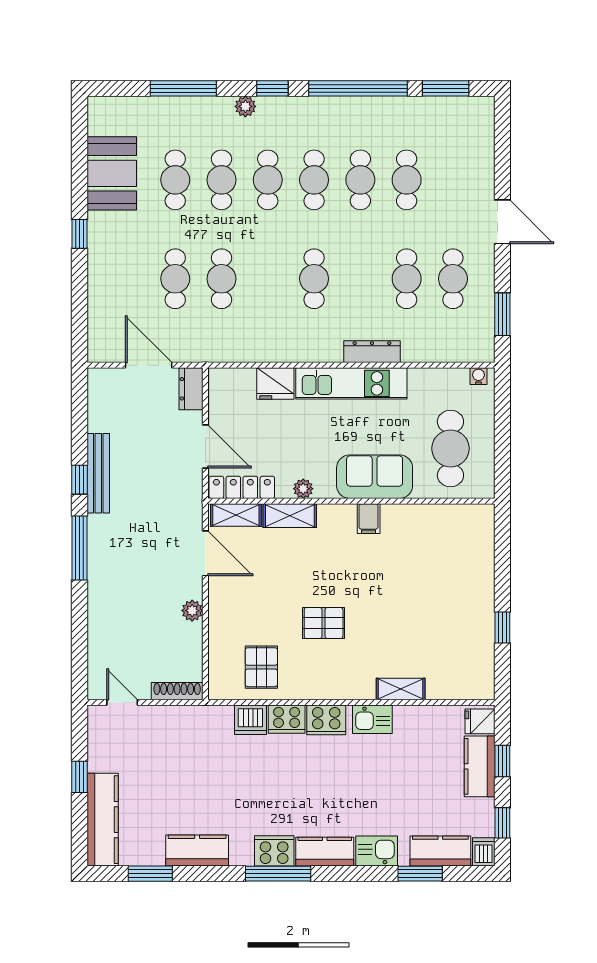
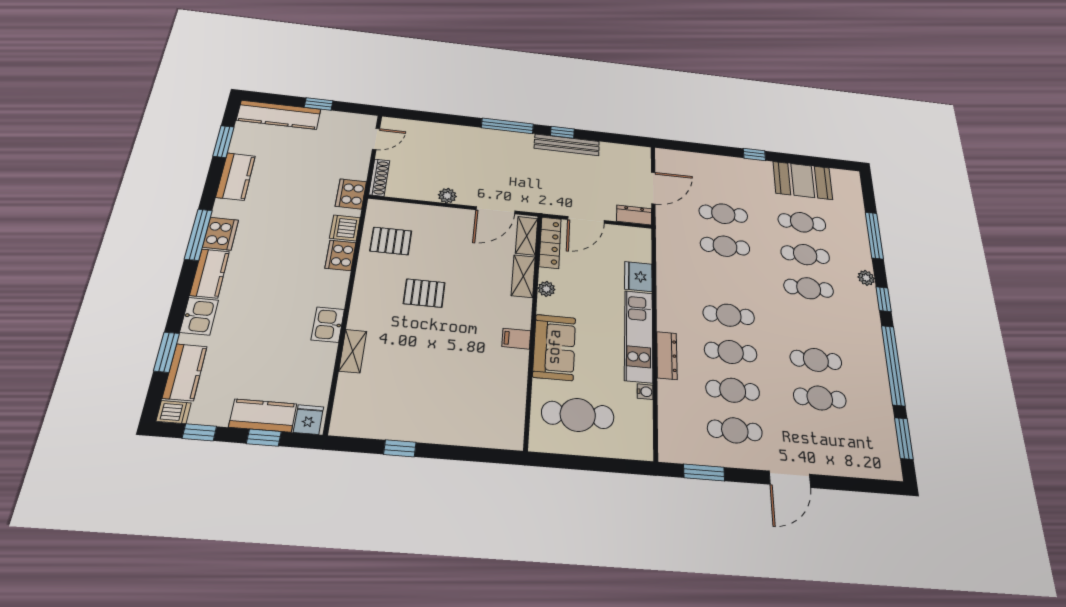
cafe table: (314, 180) -> (731, 352), moved
water cooler: (479, 376) -> (645, 392), moved
pallet: (324, 623) -> (424, 293), turned 90
cooker: (326, 720) -> (351, 194), moved

